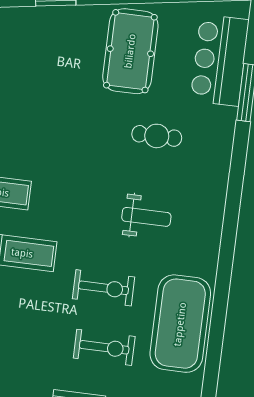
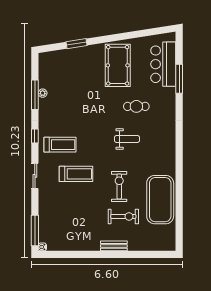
weight bench: (146, 217) -> (127, 139), moved
exercise bike: (104, 288) -> (119, 186), turned -90

